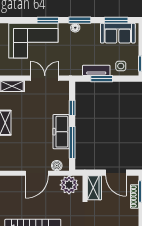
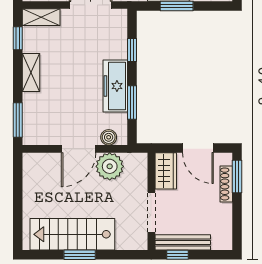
window: (72, 143) -> (132, 102), width x0.69
plant: (69, 185) -> (110, 166), moved

